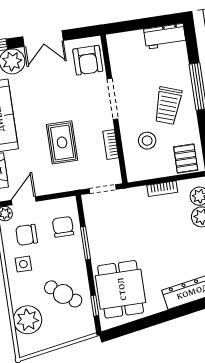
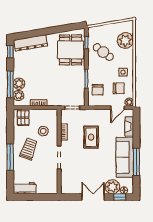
armchair: (88, 60) -> (70, 181), removed

